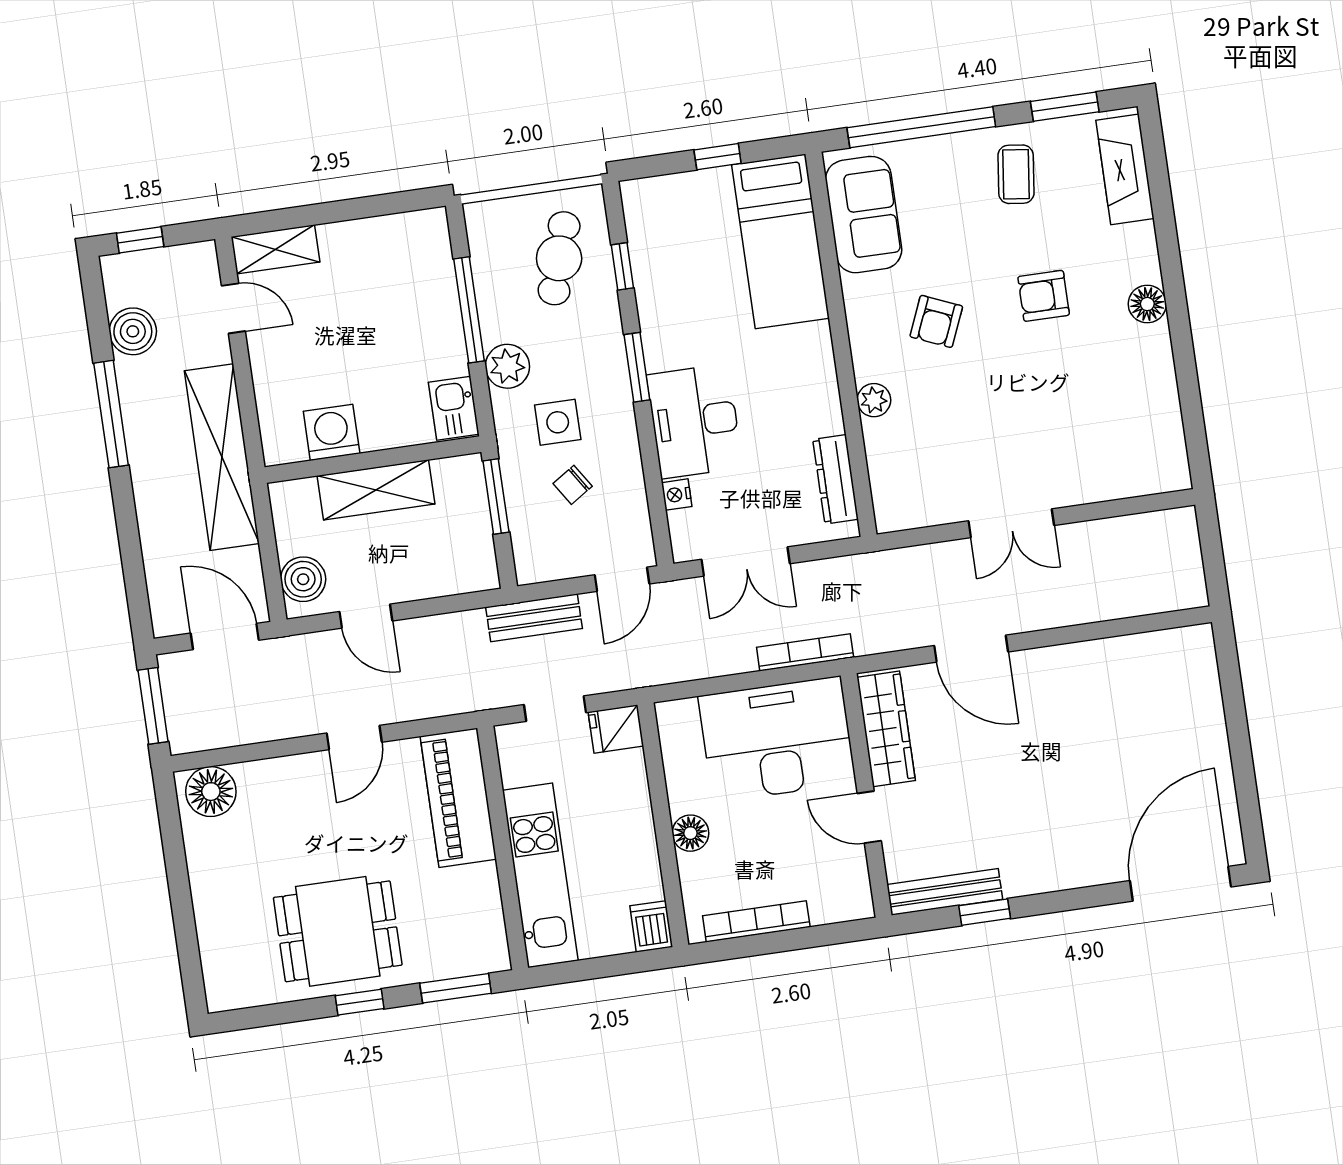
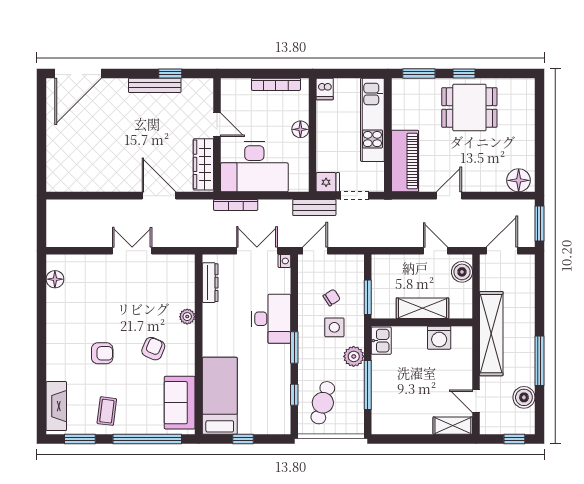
floor lamp: (1147, 304) -> (55, 279), moved
nightstand: (677, 495) -> (284, 261), moved
bench: (534, 618) -> (314, 208), moved
door: (225, 637) -> (502, 251), swing flipped
bench: (945, 892) -> (155, 85), moved

